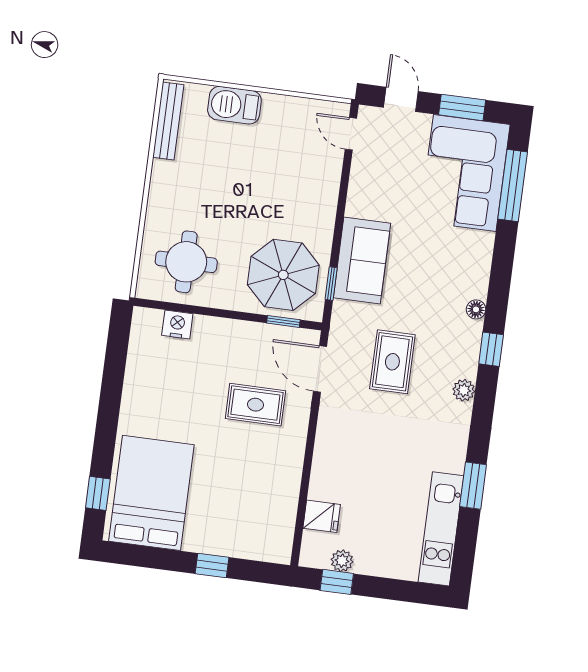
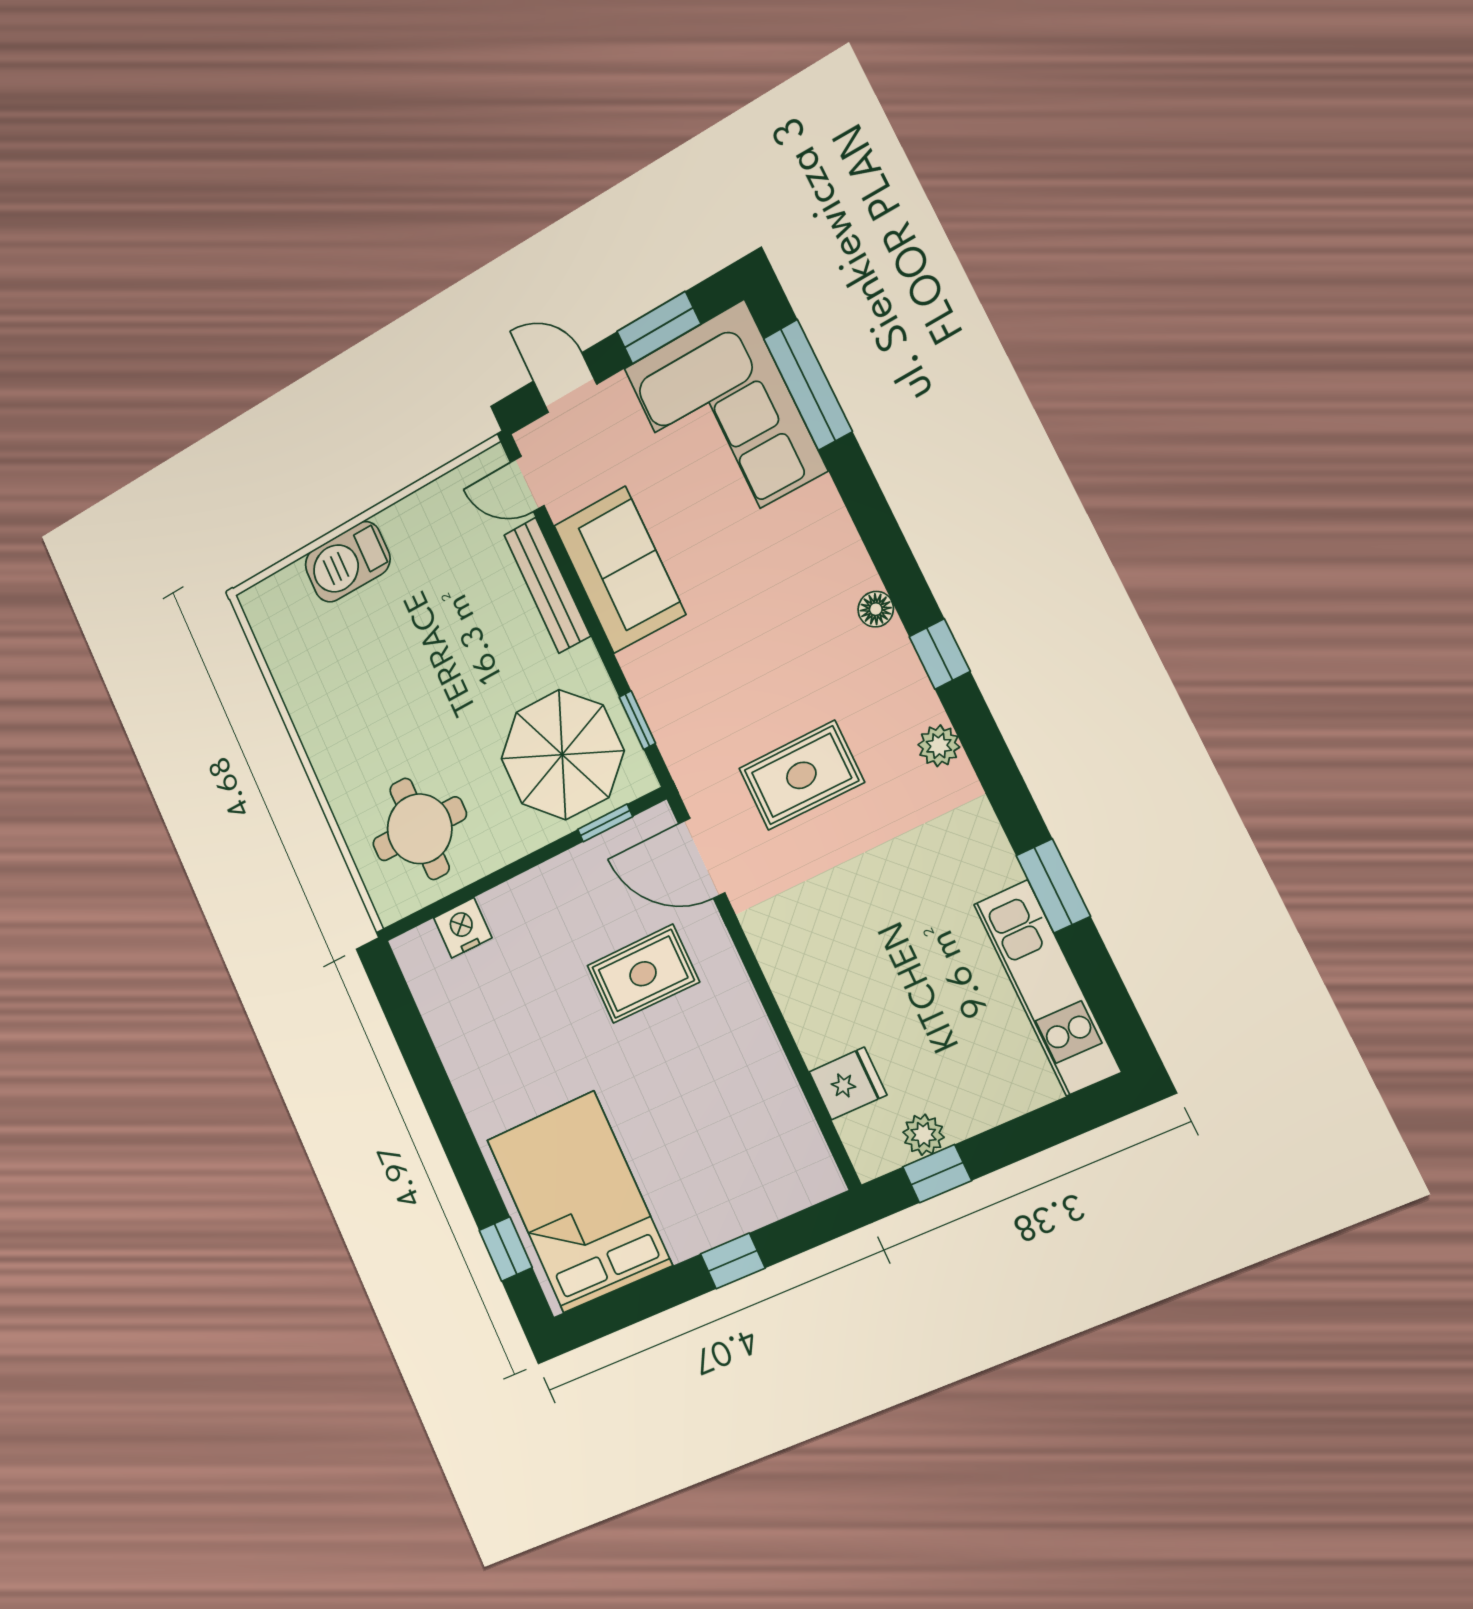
bench: (168, 121) -> (547, 585), moved
sofa: (362, 261) -> (620, 570), moved
rug: (392, 362) -> (801, 775), turned 90

